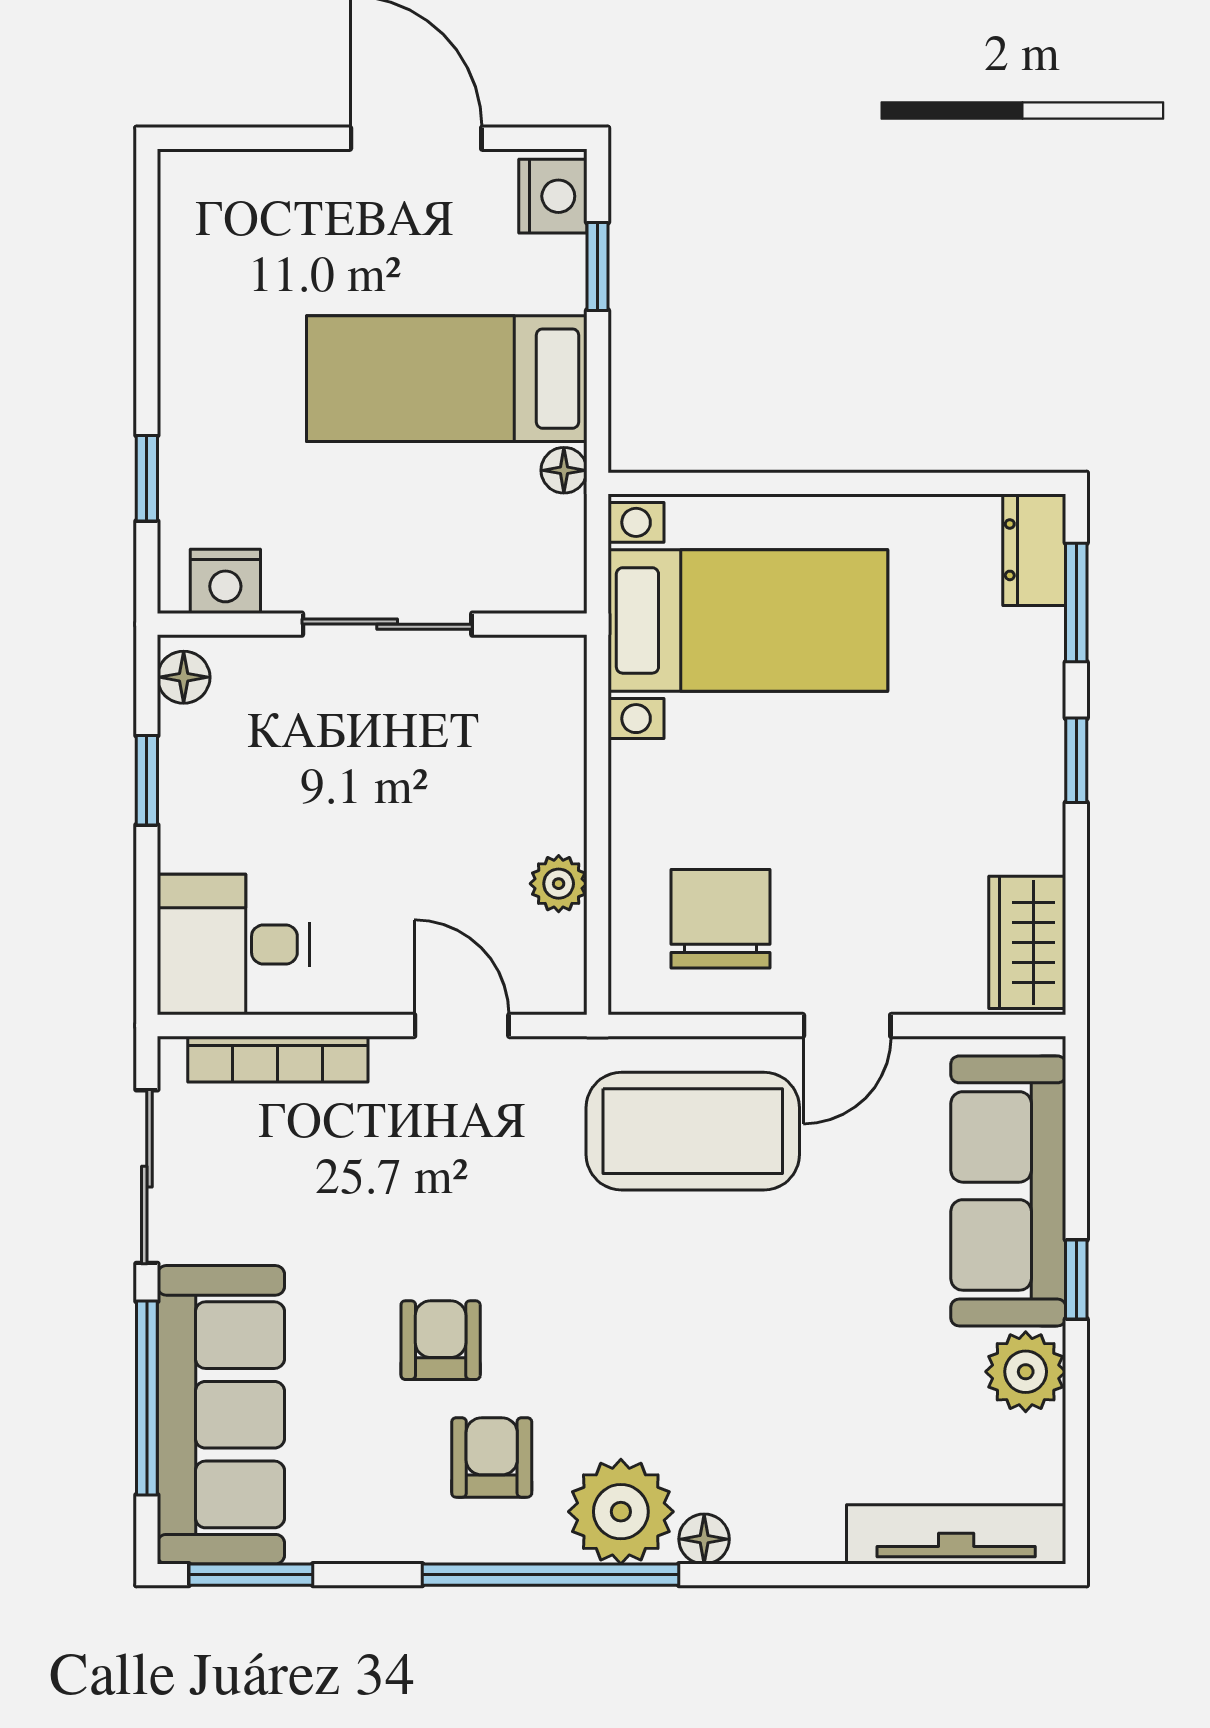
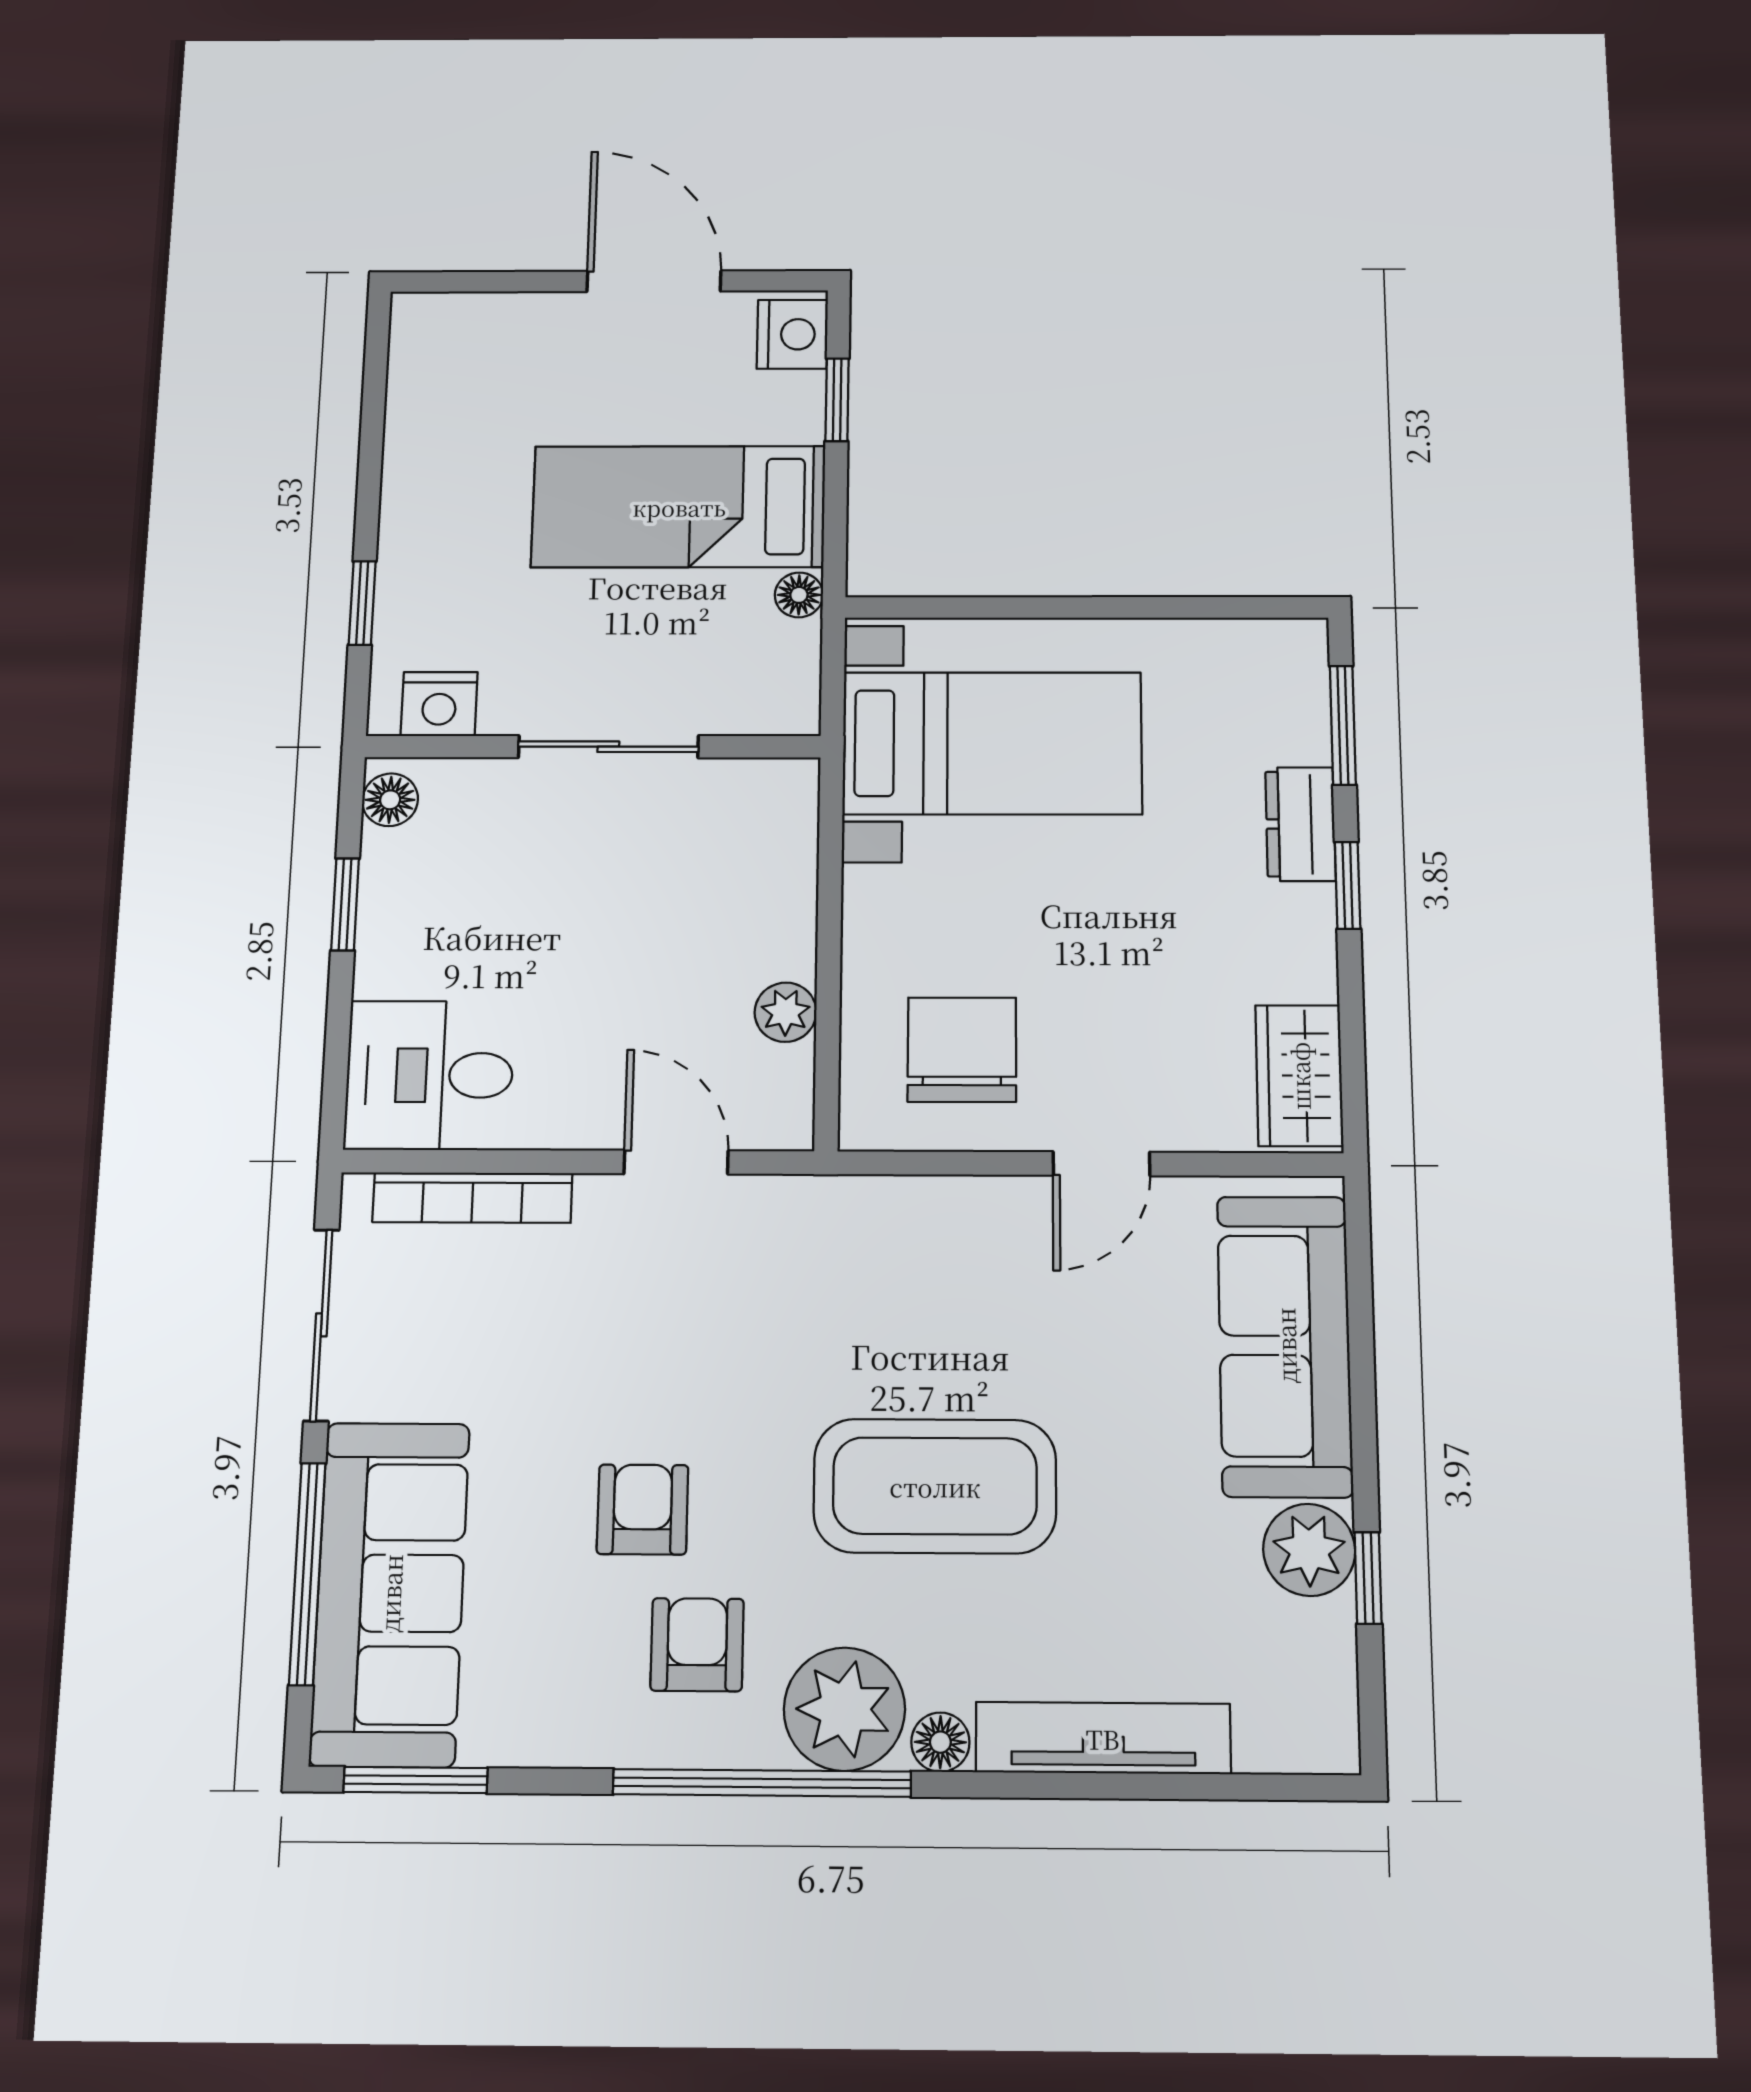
dresser: (1034, 550) -> (1300, 824), moved
coffee table: (693, 1131) -> (935, 1486), moved
window: (1076, 1279) -> (1368, 1578), moved
tv unit: (956, 1534) -> (1103, 1738), moved

